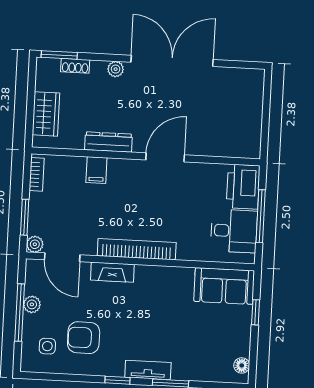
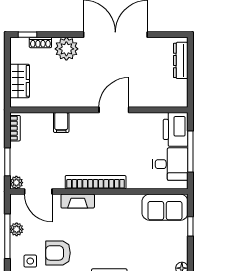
window: (59, 55) -> (28, 35), width x0.67
plant: (116, 69) -> (66, 49), width x1.88, depth x1.88
dresser: (108, 142) -> (181, 60), moved, turned -90

